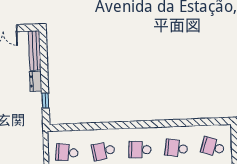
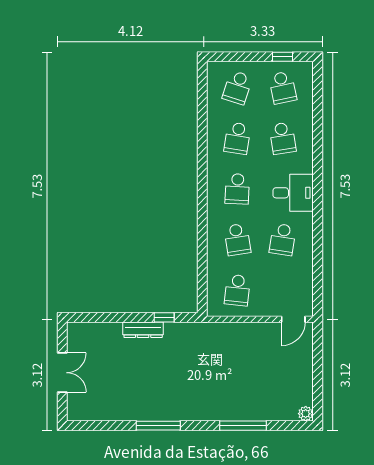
bench: (35, 50) -> (94, 330), removed
dresser: (36, 81) -> (143, 330), width x1.44

